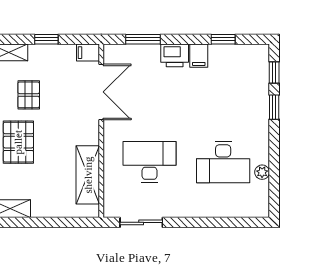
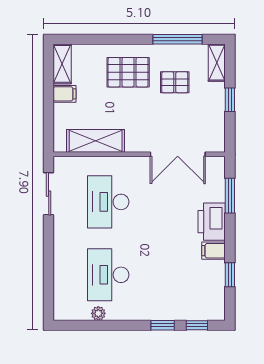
filing cabinet: (88, 53) -> (65, 94), moved, turned 90
printer: (175, 55) -> (212, 222), width x1.37, depth x1.19
desk: (150, 162) -> (108, 202), turned 180

